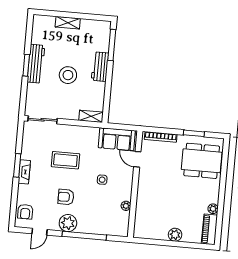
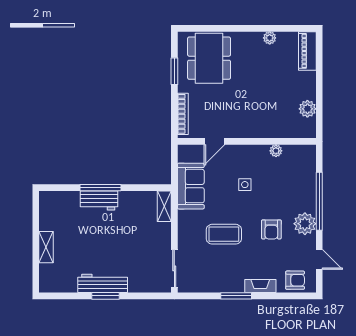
window: (112, 45) -> (101, 188), moved
stool: (68, 75) -> (114, 241), removed
sofa: (117, 139) -> (191, 186), moved
coffee table: (65, 160) -> (224, 234), turned 90
fireplace: (24, 172) -> (260, 286), moved
piano: (209, 229) -> (307, 51), moved, turned 90
plant: (175, 235) -> (307, 109), moved

